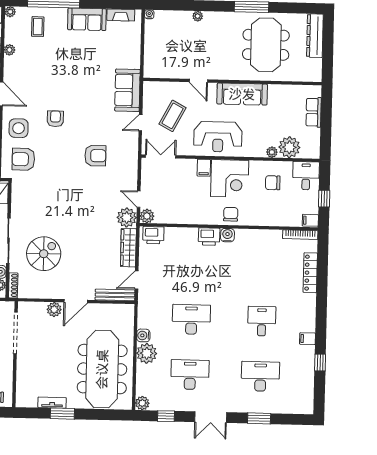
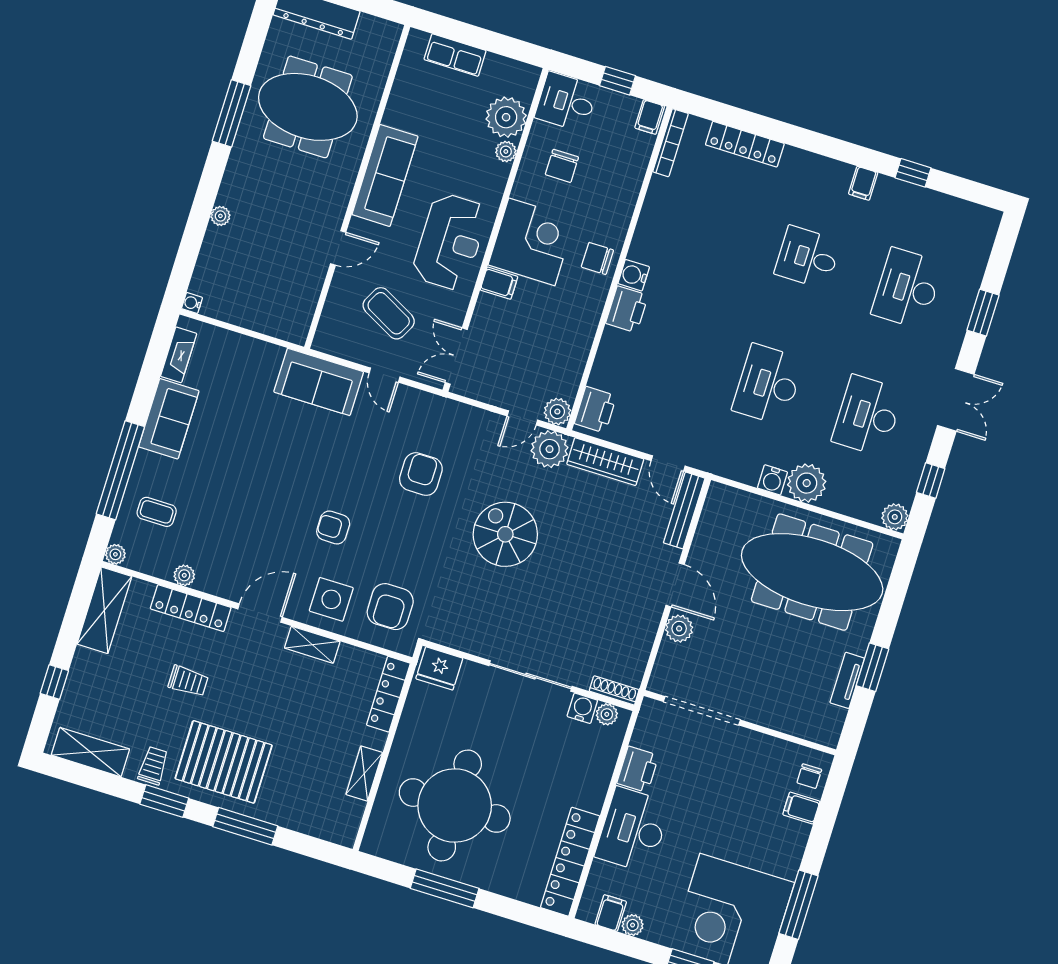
spiral stairs: (44, 254) -> (505, 534), moved

